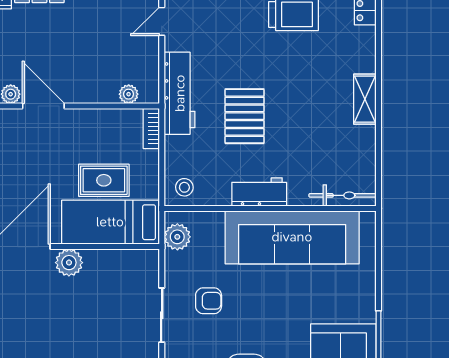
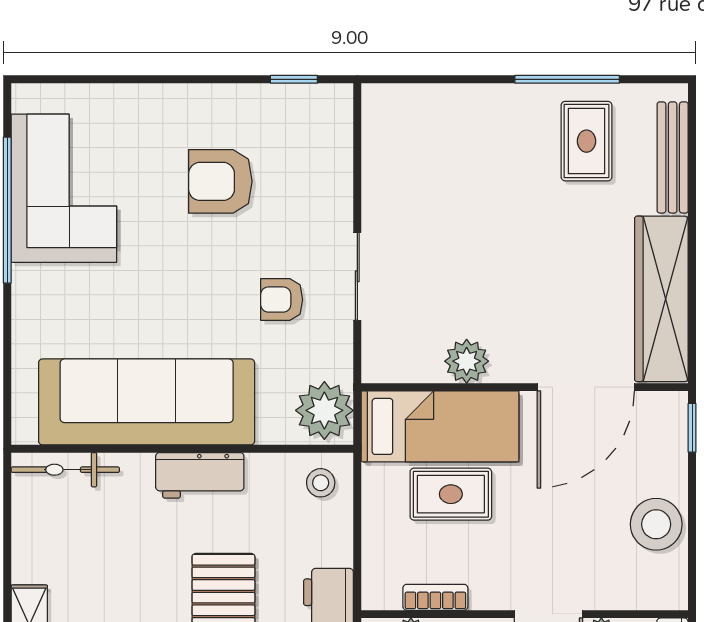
bookcase: (151, 128) -> (435, 597), moved, turned -90
plant: (177, 237) -> (324, 410), width x1.36, depth x1.36
plant: (69, 263) -> (467, 361), moved

